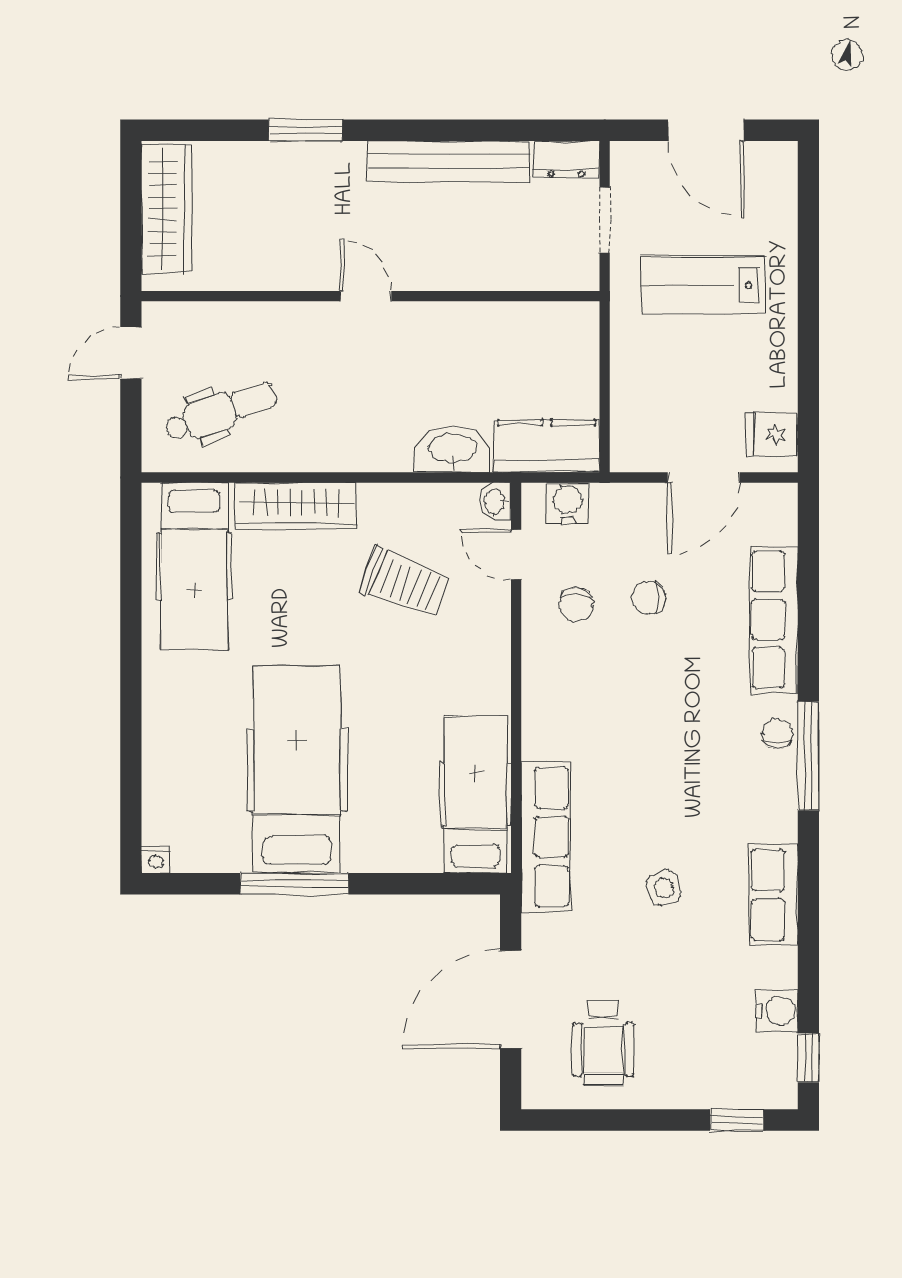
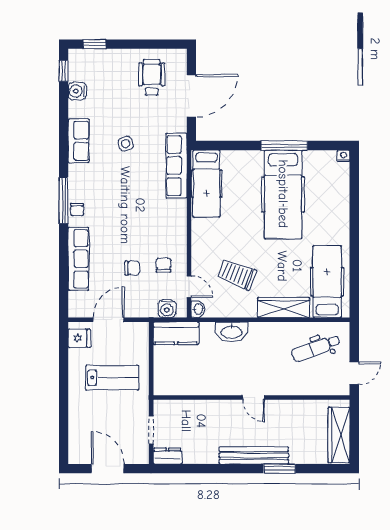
bench: (449, 161) -> (254, 455), moved
lab bench: (703, 285) -> (112, 378), moved
washbasin: (453, 449) -> (232, 332), moved

